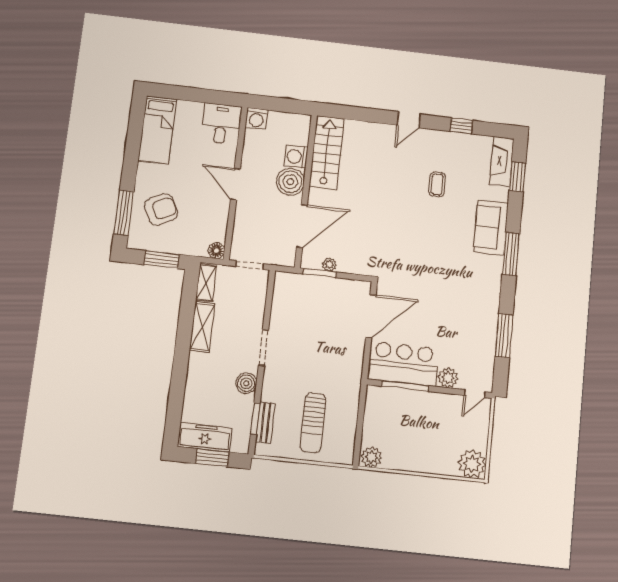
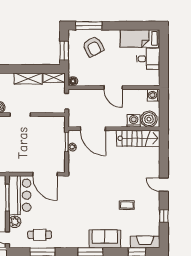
desk: (221, 123) -> (148, 59), moved
boiler: (290, 182) -> (149, 119), moved
door: (235, 184) -> (113, 87), swing flipped
cafe table: (474, 337) -> (40, 235), added

